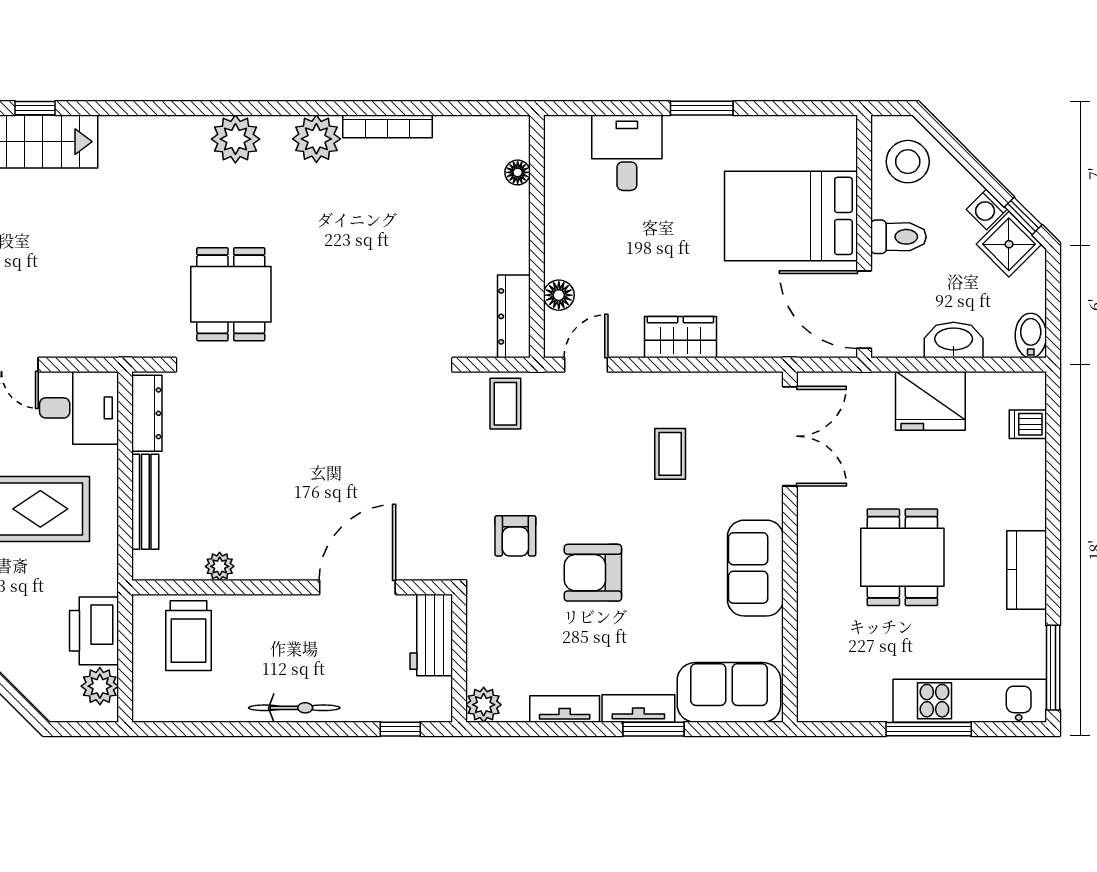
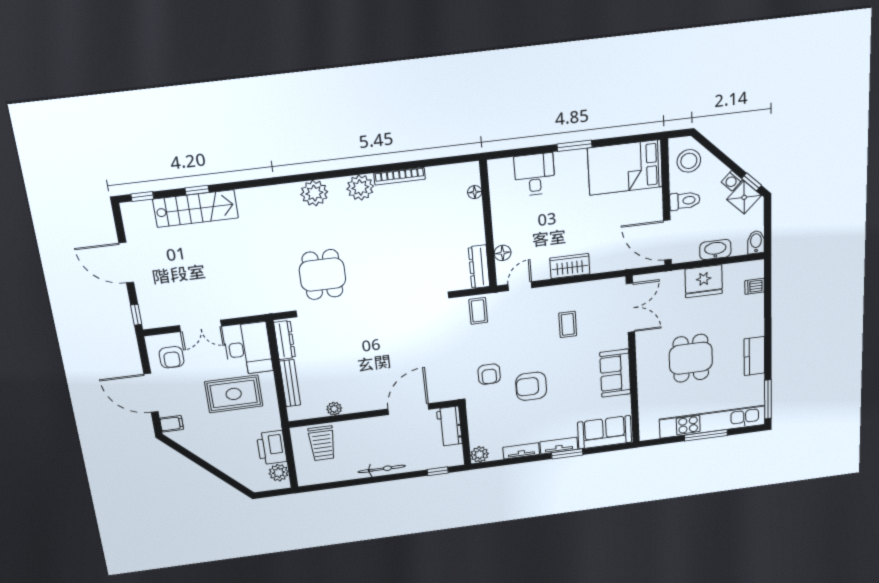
bed: (791, 216) -> (625, 167), moved
desk: (79, 408) -> (248, 349), width x1.37
kitchen unit: (970, 701) -> (712, 422), width x1.36

